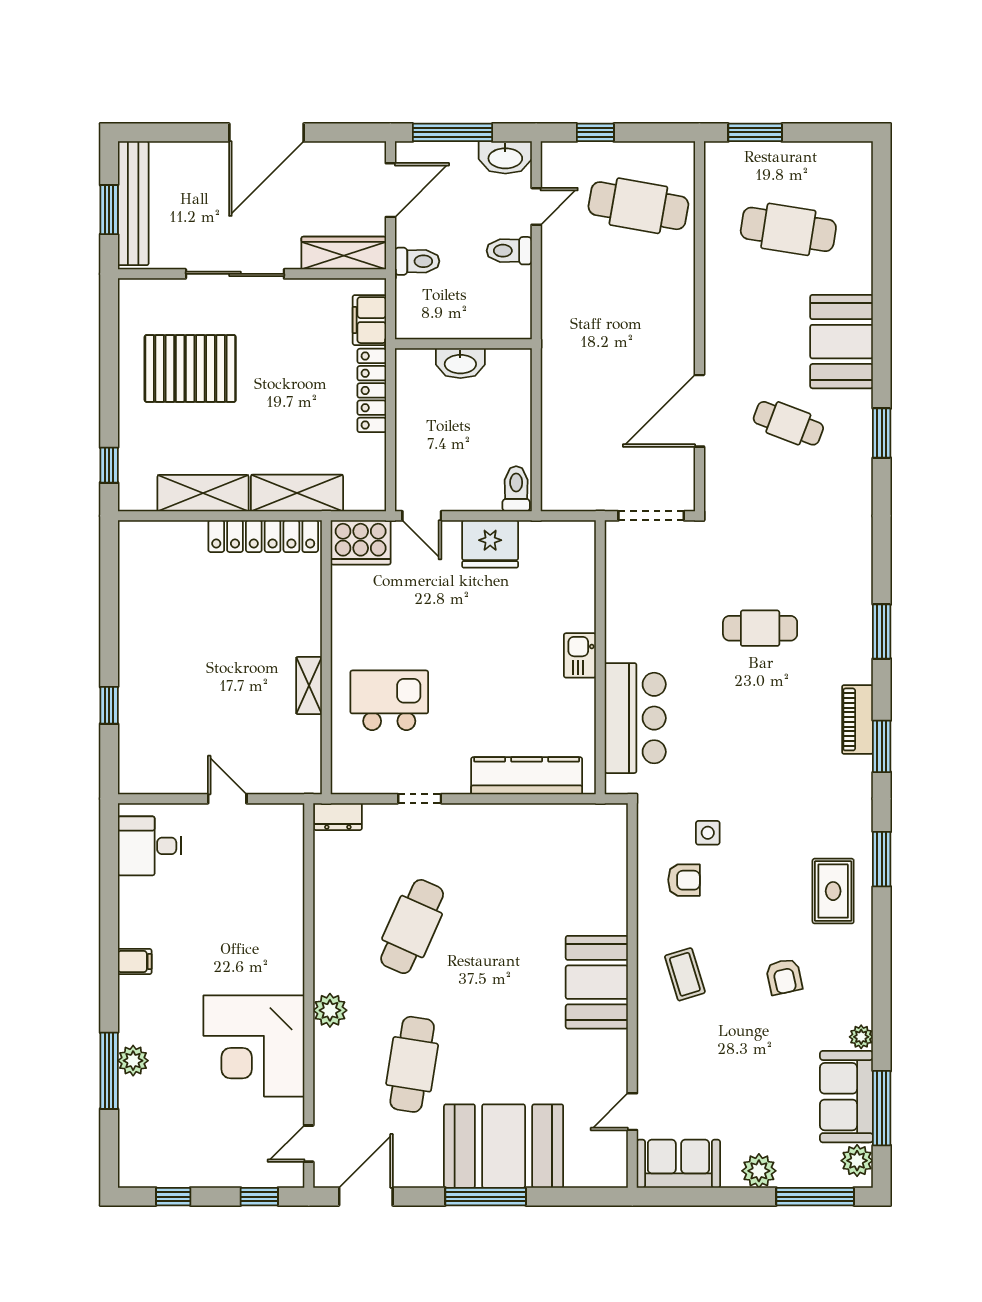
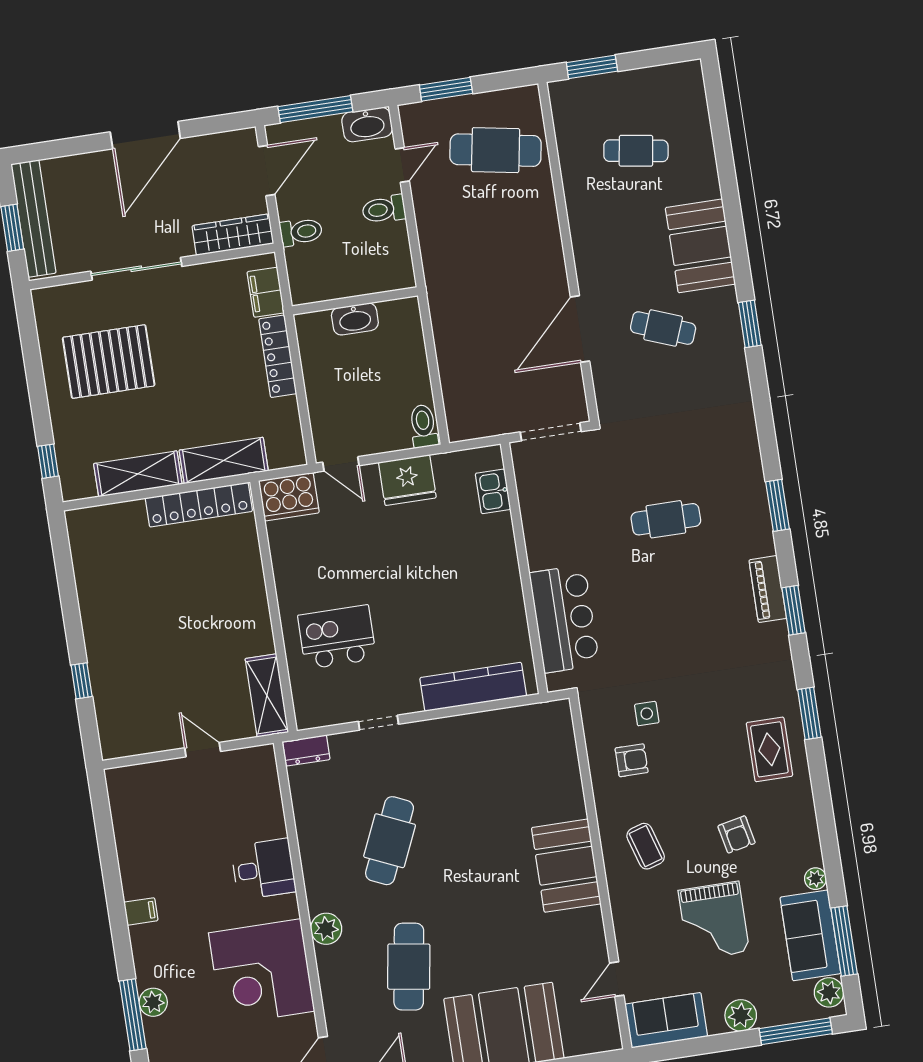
window: (595, 132) -> (446, 89), width x1.50
cafe table: (788, 229) -> (636, 151), width x0.73, depth x0.74
kitchen sink: (580, 655) -> (493, 491), moved
shelving: (309, 686) -> (267, 695), moved, width x1.50, depth x1.33
desk: (150, 846) -> (263, 869), moved, turned 180
grand piano: (746, 1065) -> (714, 921), added

